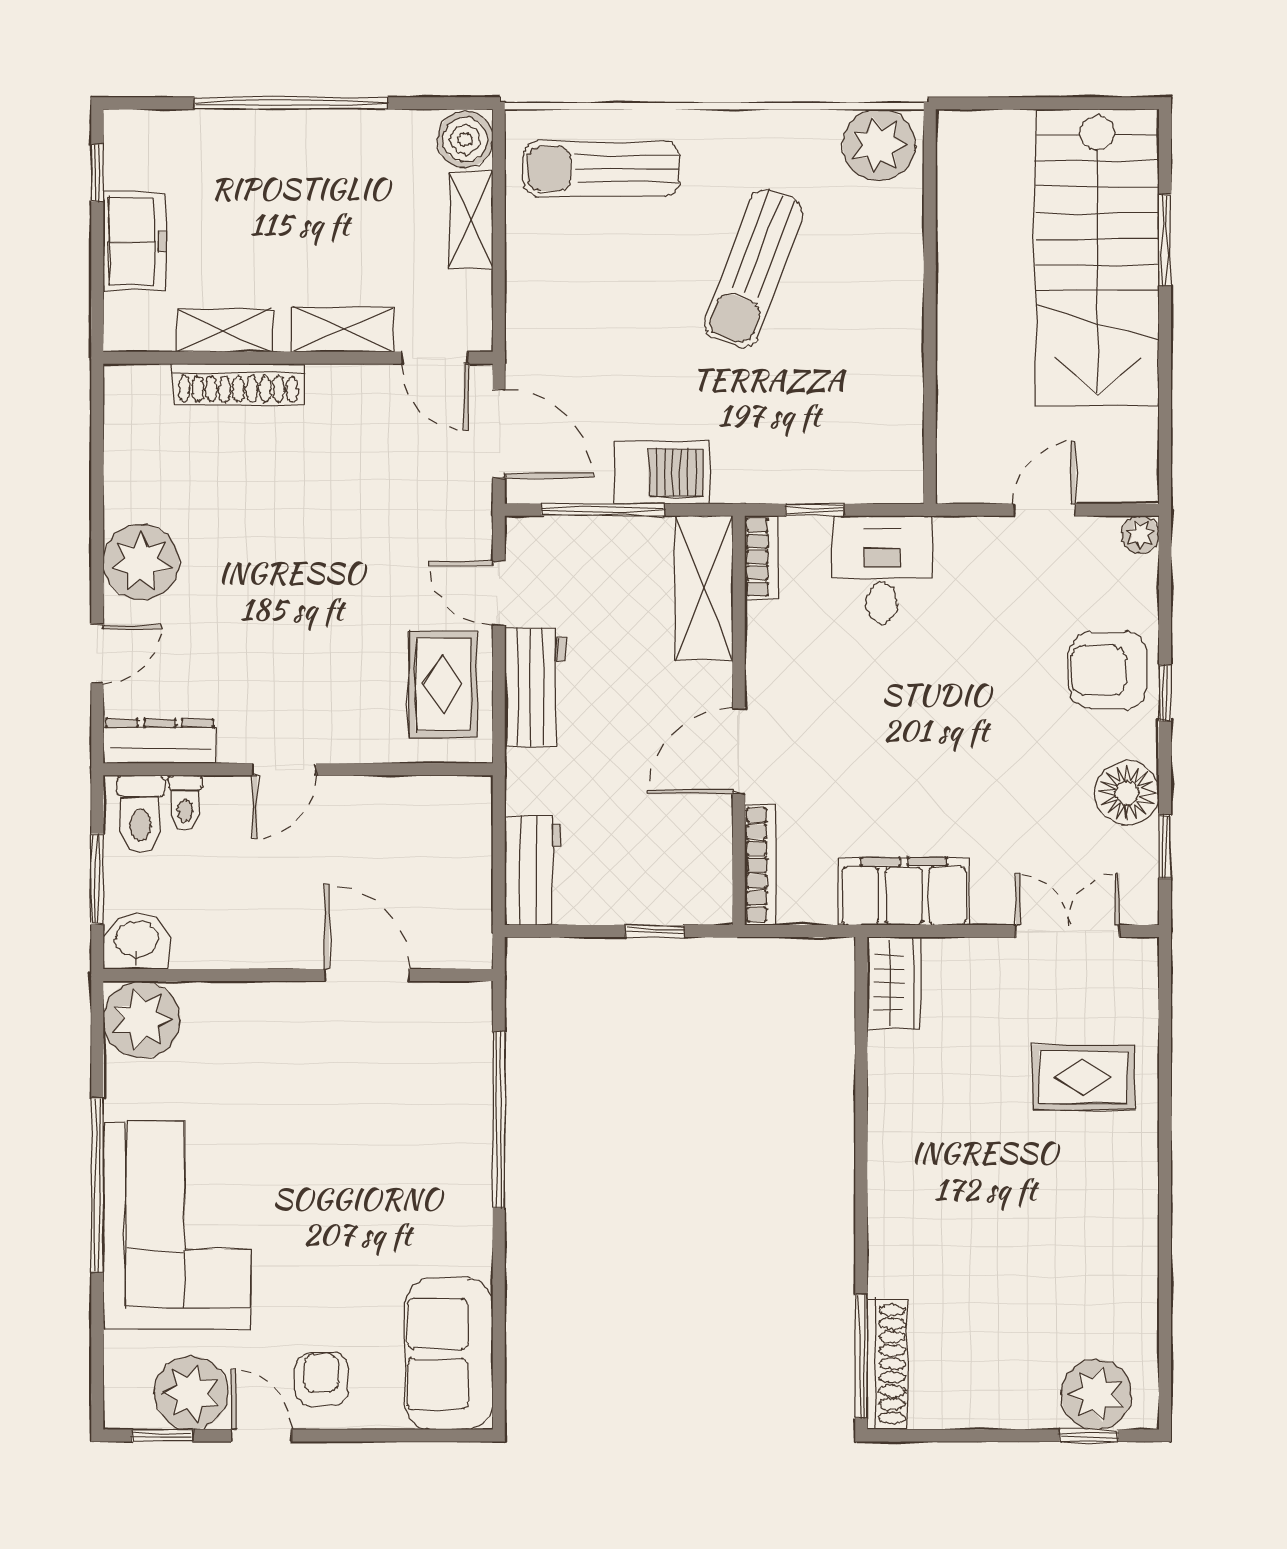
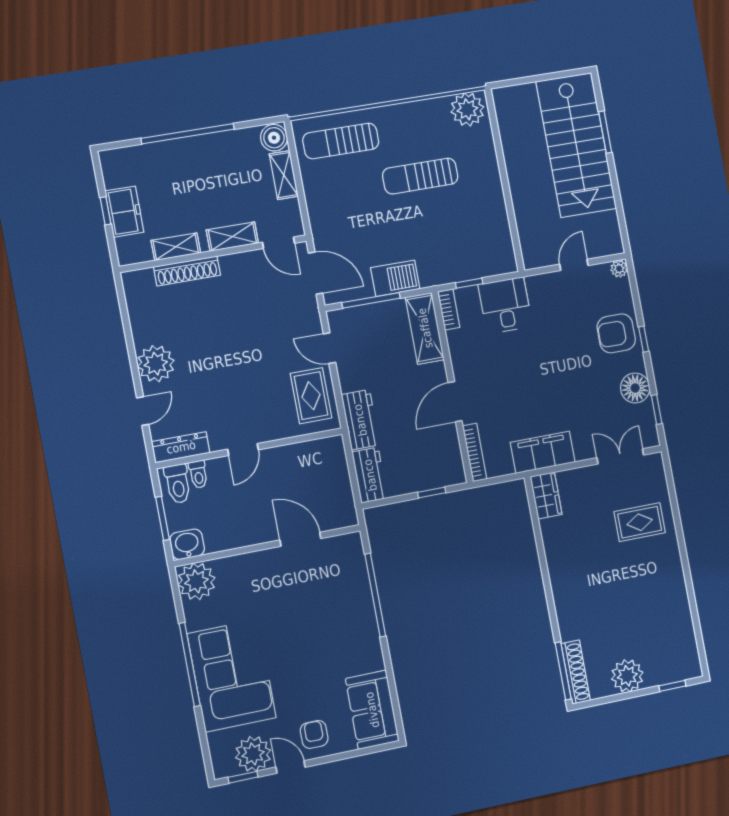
window: (97, 173) -> (105, 211), moved
sun lounger: (754, 269) -> (420, 176), turned 69
workbench: (535, 687) -> (360, 420), moved
plant: (1096, 1394) -> (627, 676), moved

